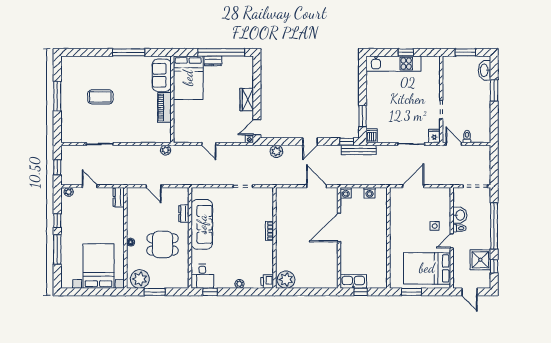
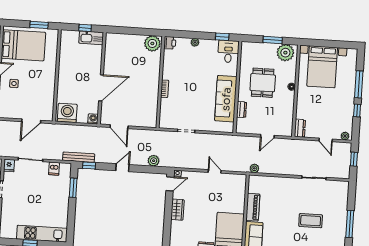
dishwasher: (372, 136) -> (54, 169), moved
door: (154, 186) -> (267, 136), swing flipped
washing machine: (369, 193) -> (67, 113), width x1.89, depth x1.89
dining table: (163, 244) -> (263, 83), turned 90

